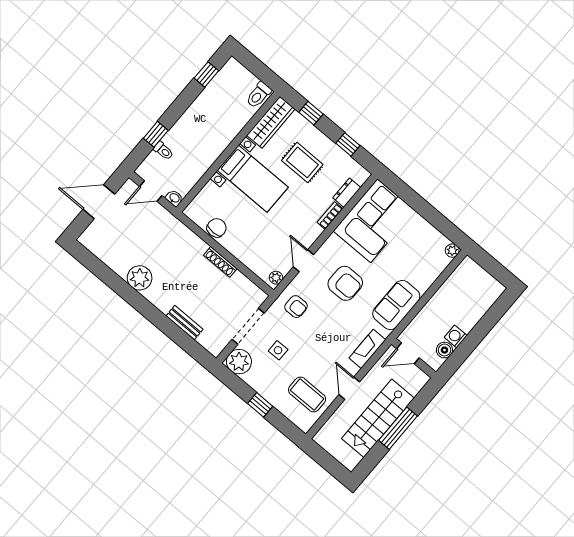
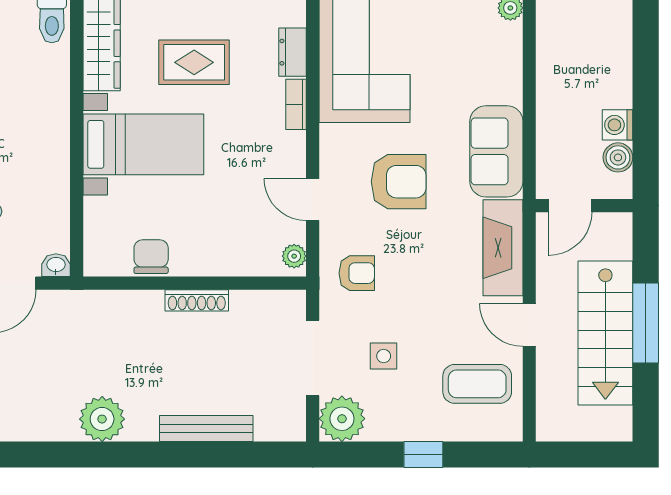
bench: (185, 323) -> (206, 429), width x1.36
fireplace: (367, 349) -> (503, 248), width x1.37, depth x1.32

